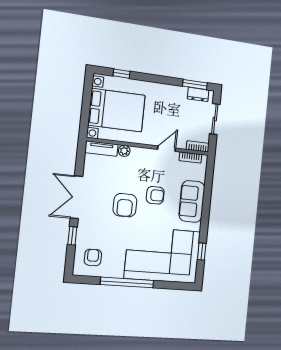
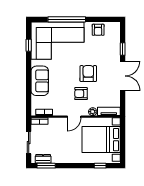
door: (167, 149) -> (74, 117), moved
armchair: (155, 195) -> (81, 94), moved
armchair: (93, 257) -> (98, 30), moved
window: (127, 283) -> (67, 19), moved

